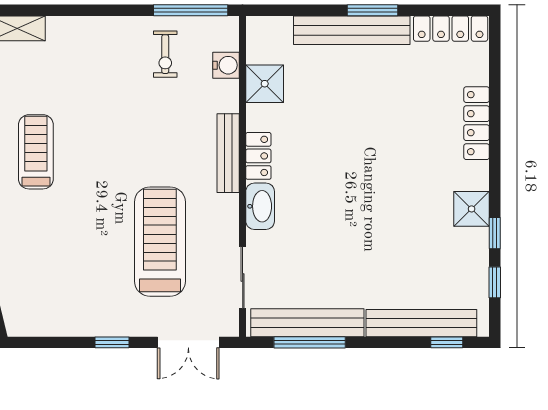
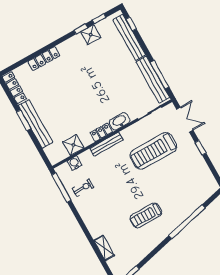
shower: (472, 209) -> (91, 35), moved

